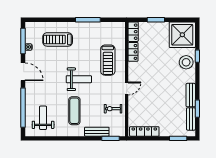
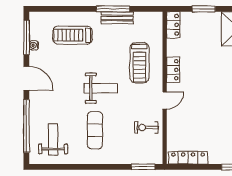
locker: (133, 52) -> (173, 70), moved
bench: (97, 132) -> (117, 18), moved

